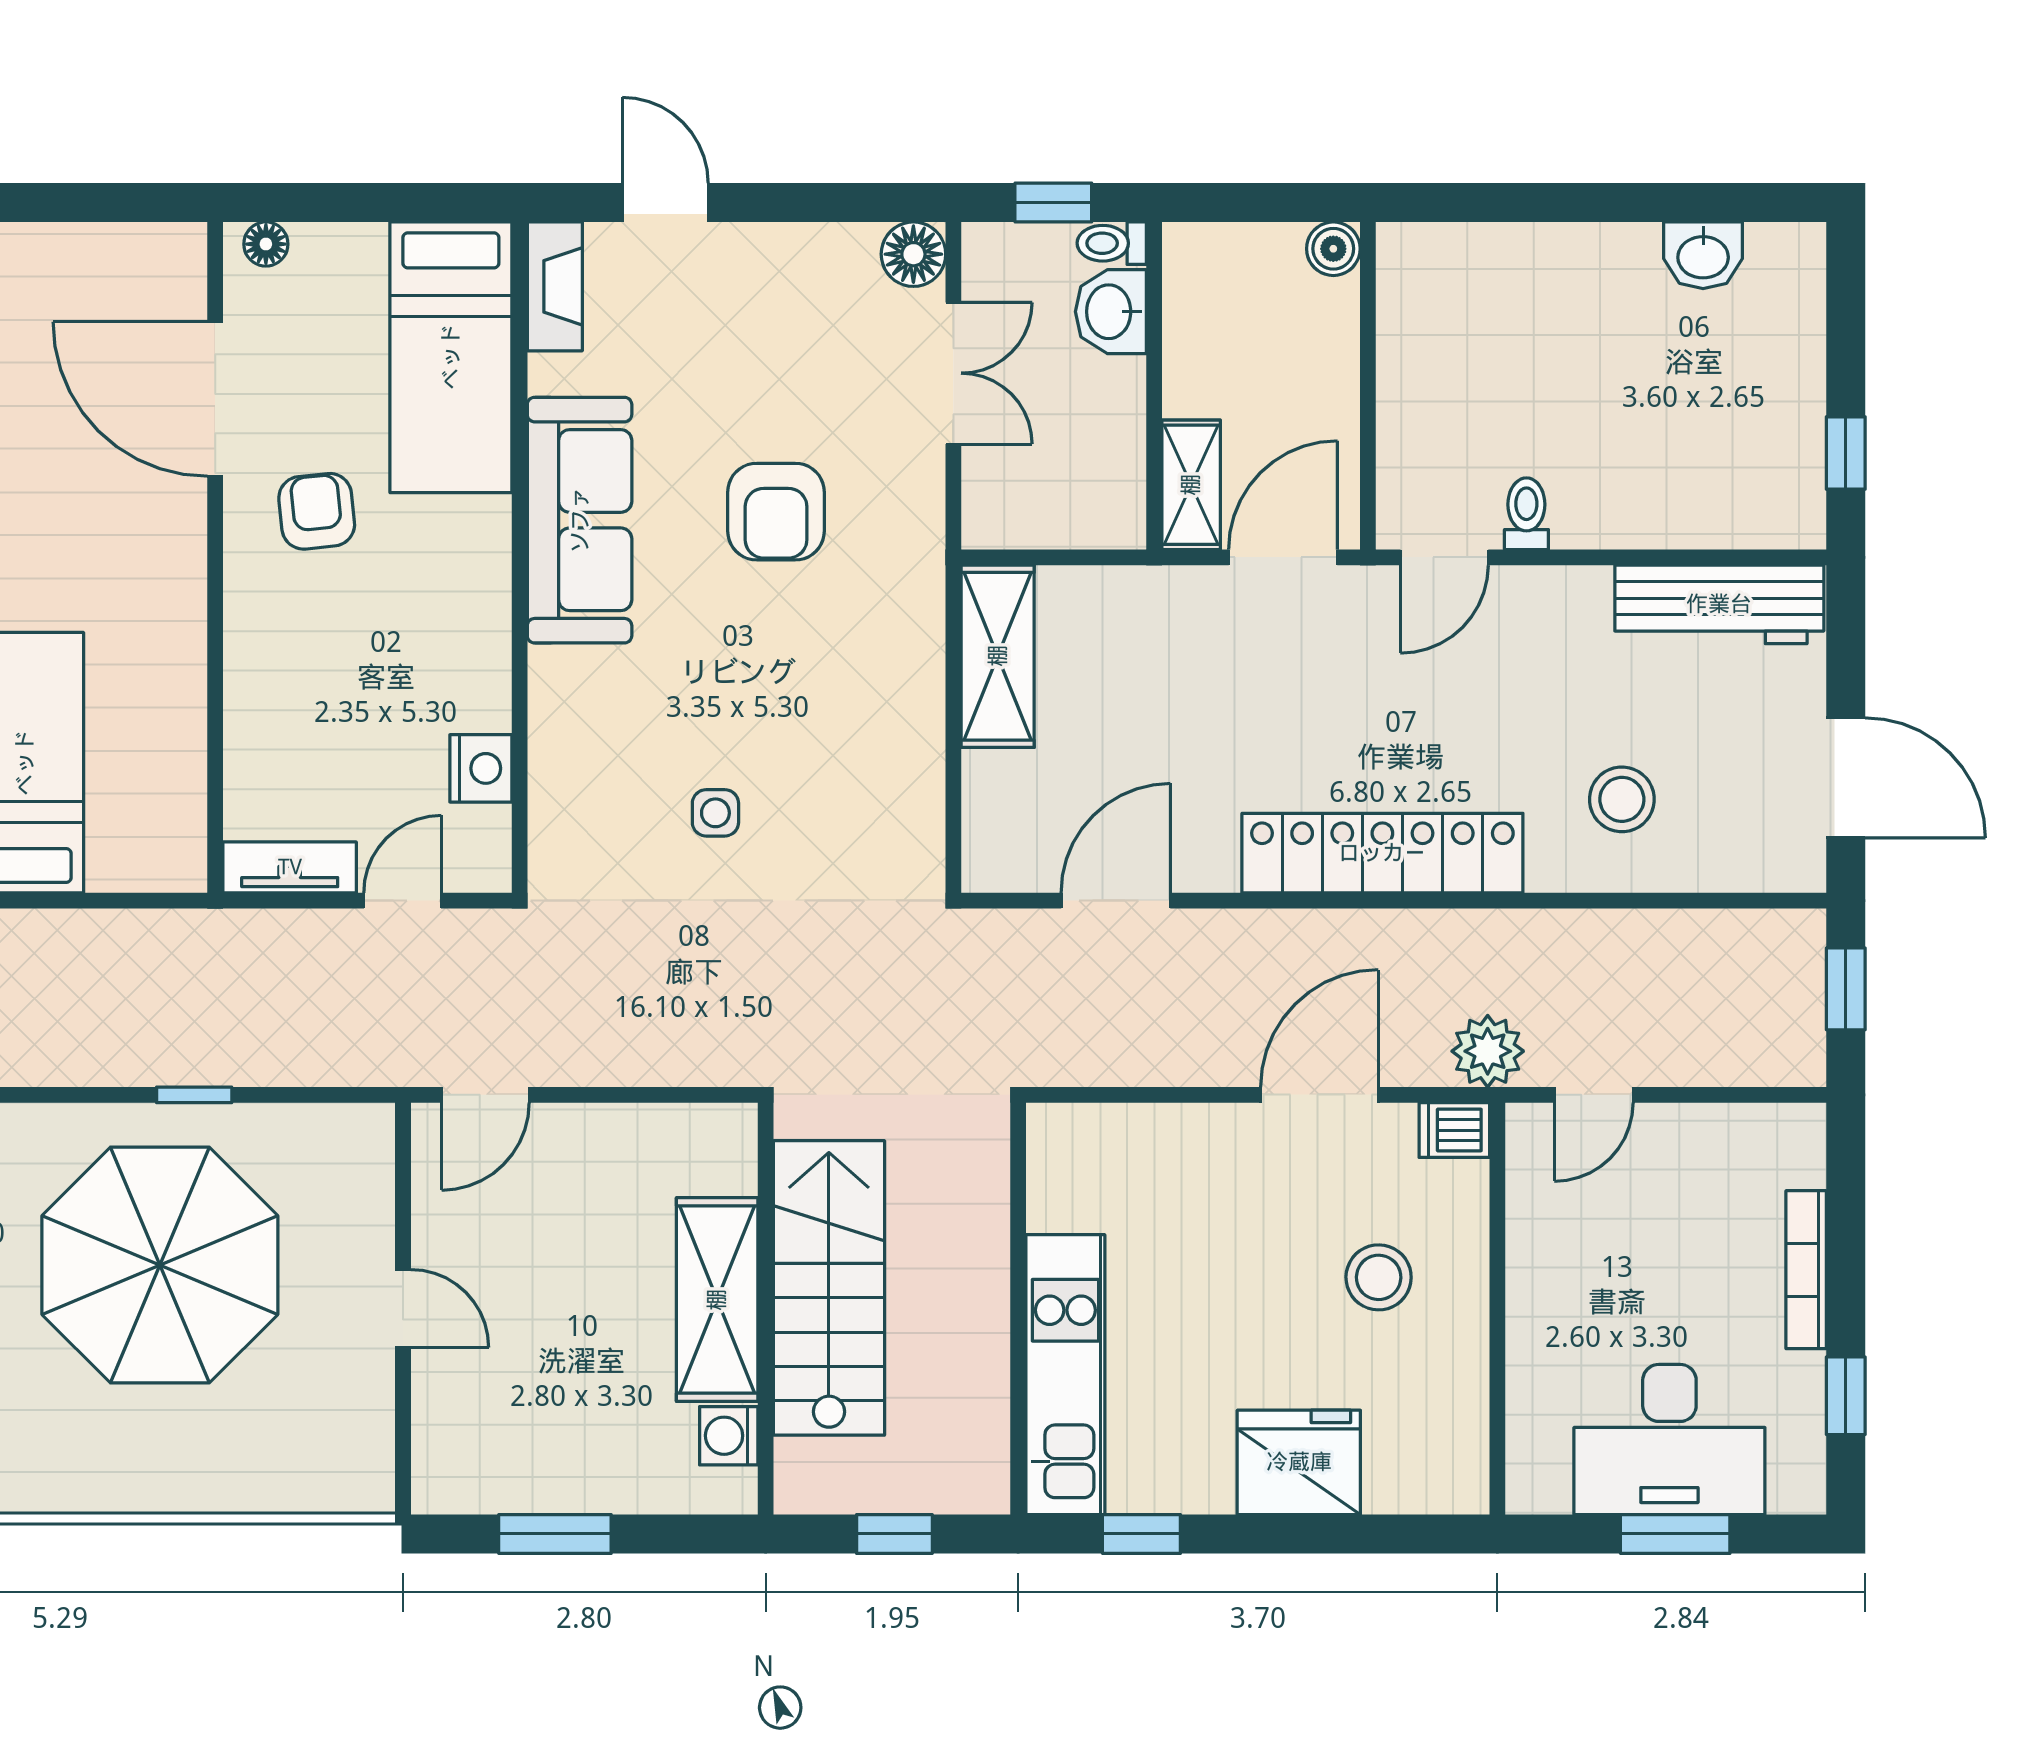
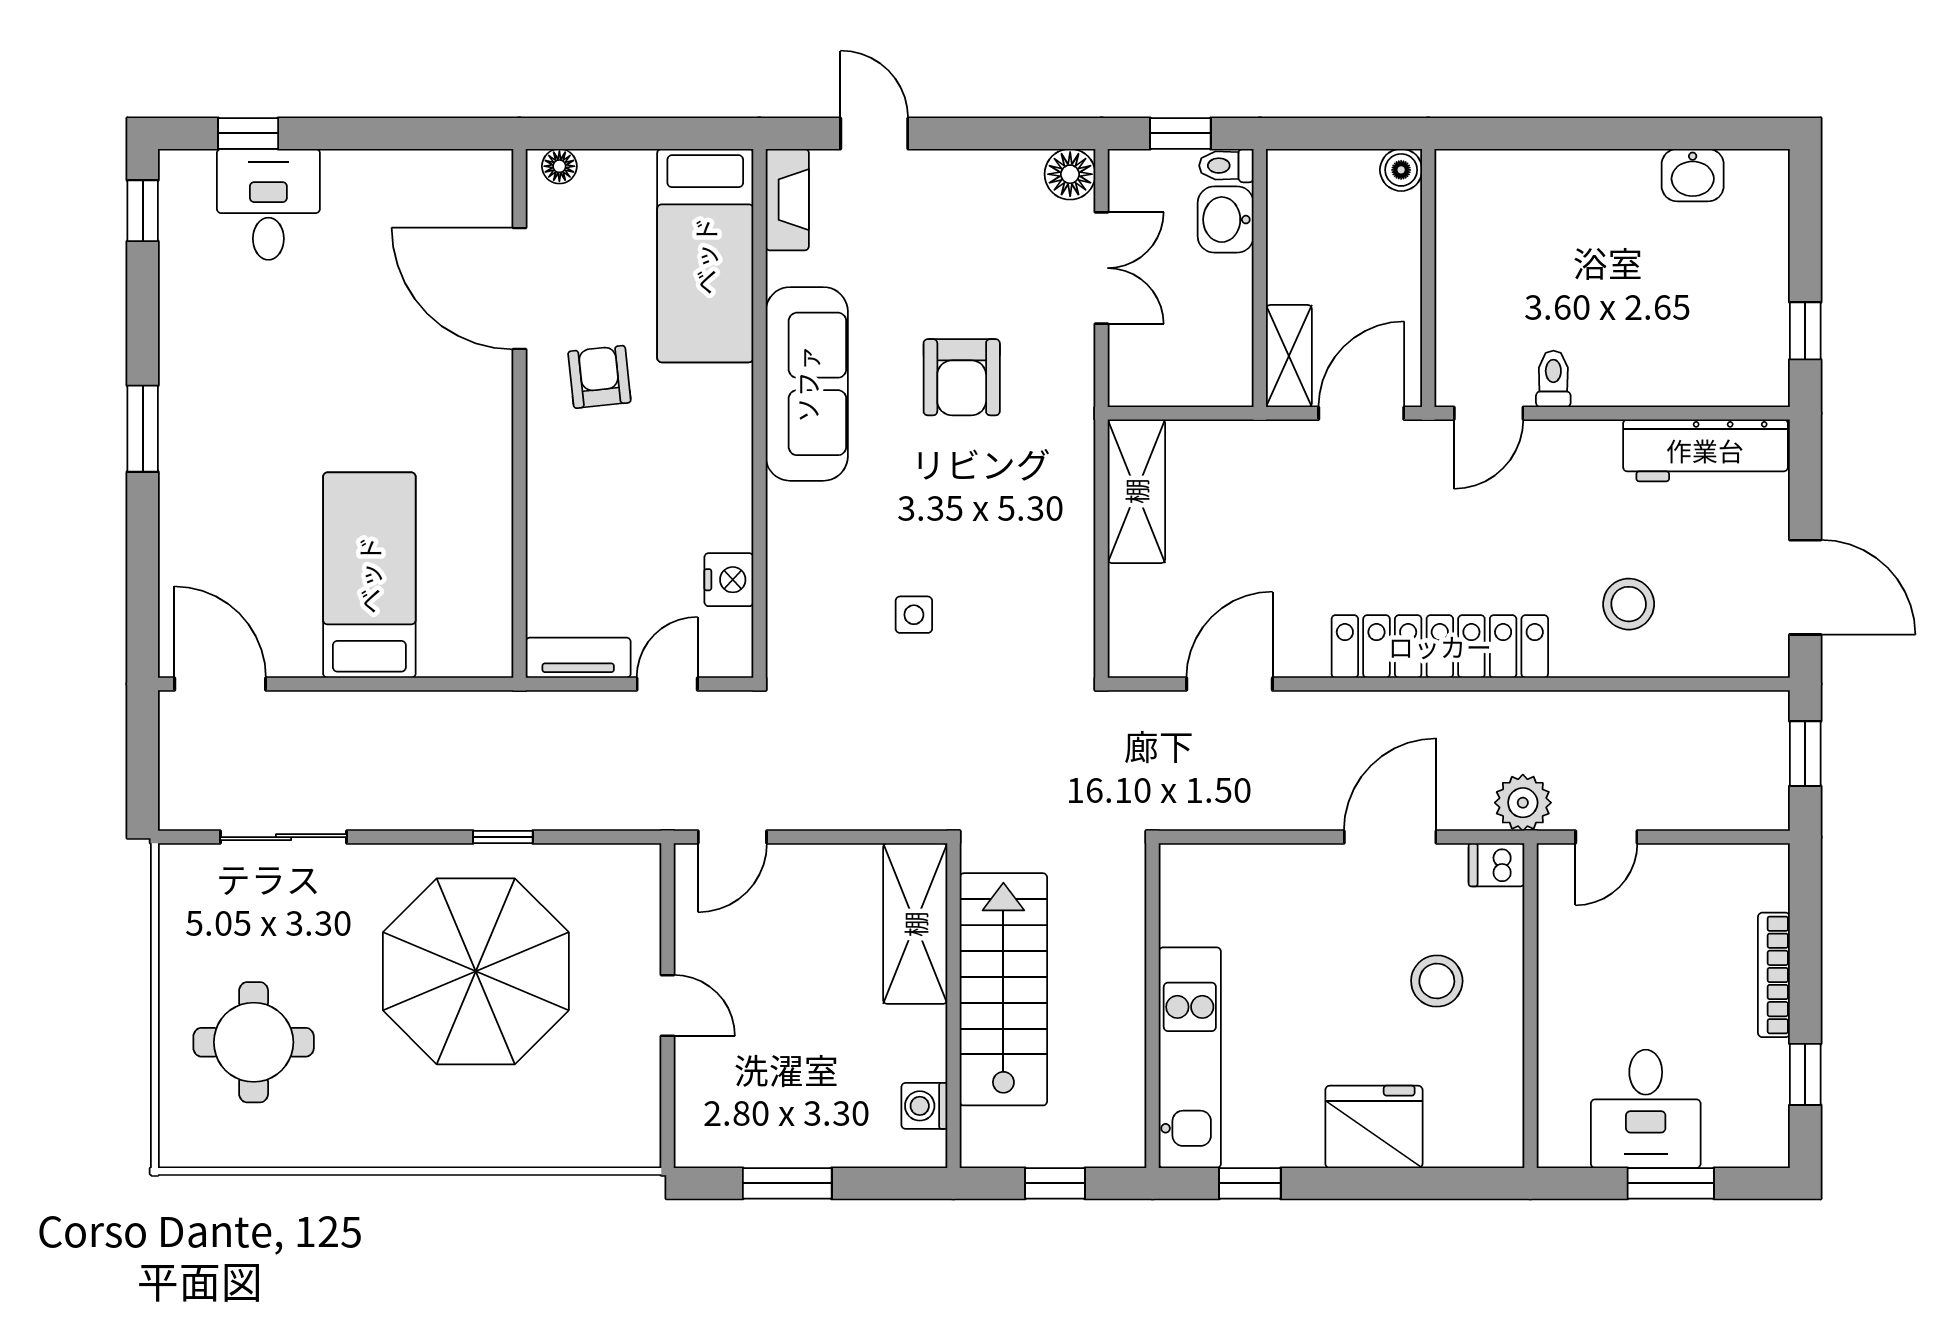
shelving: (717, 1300) -> (915, 924), moved
desk: (1669, 1439) -> (1646, 1109), width x0.73

